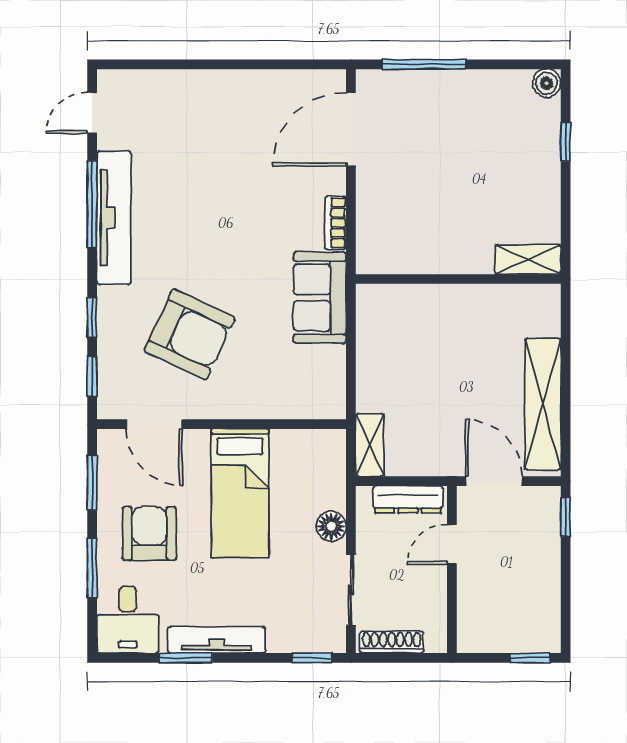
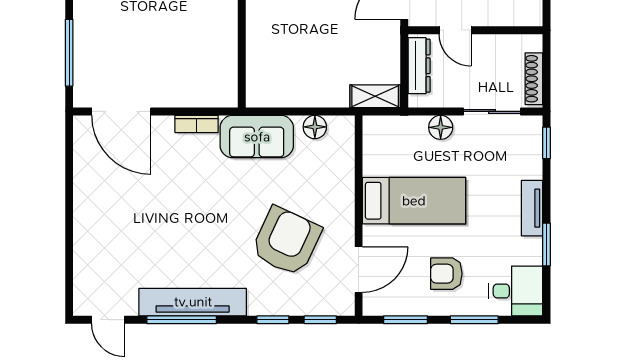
floor lamp: (332, 370) -> (315, 127), added
armchair: (149, 533) -> (446, 274), width x0.72, depth x0.72
tv unit: (217, 640) -> (532, 208), width x0.71

